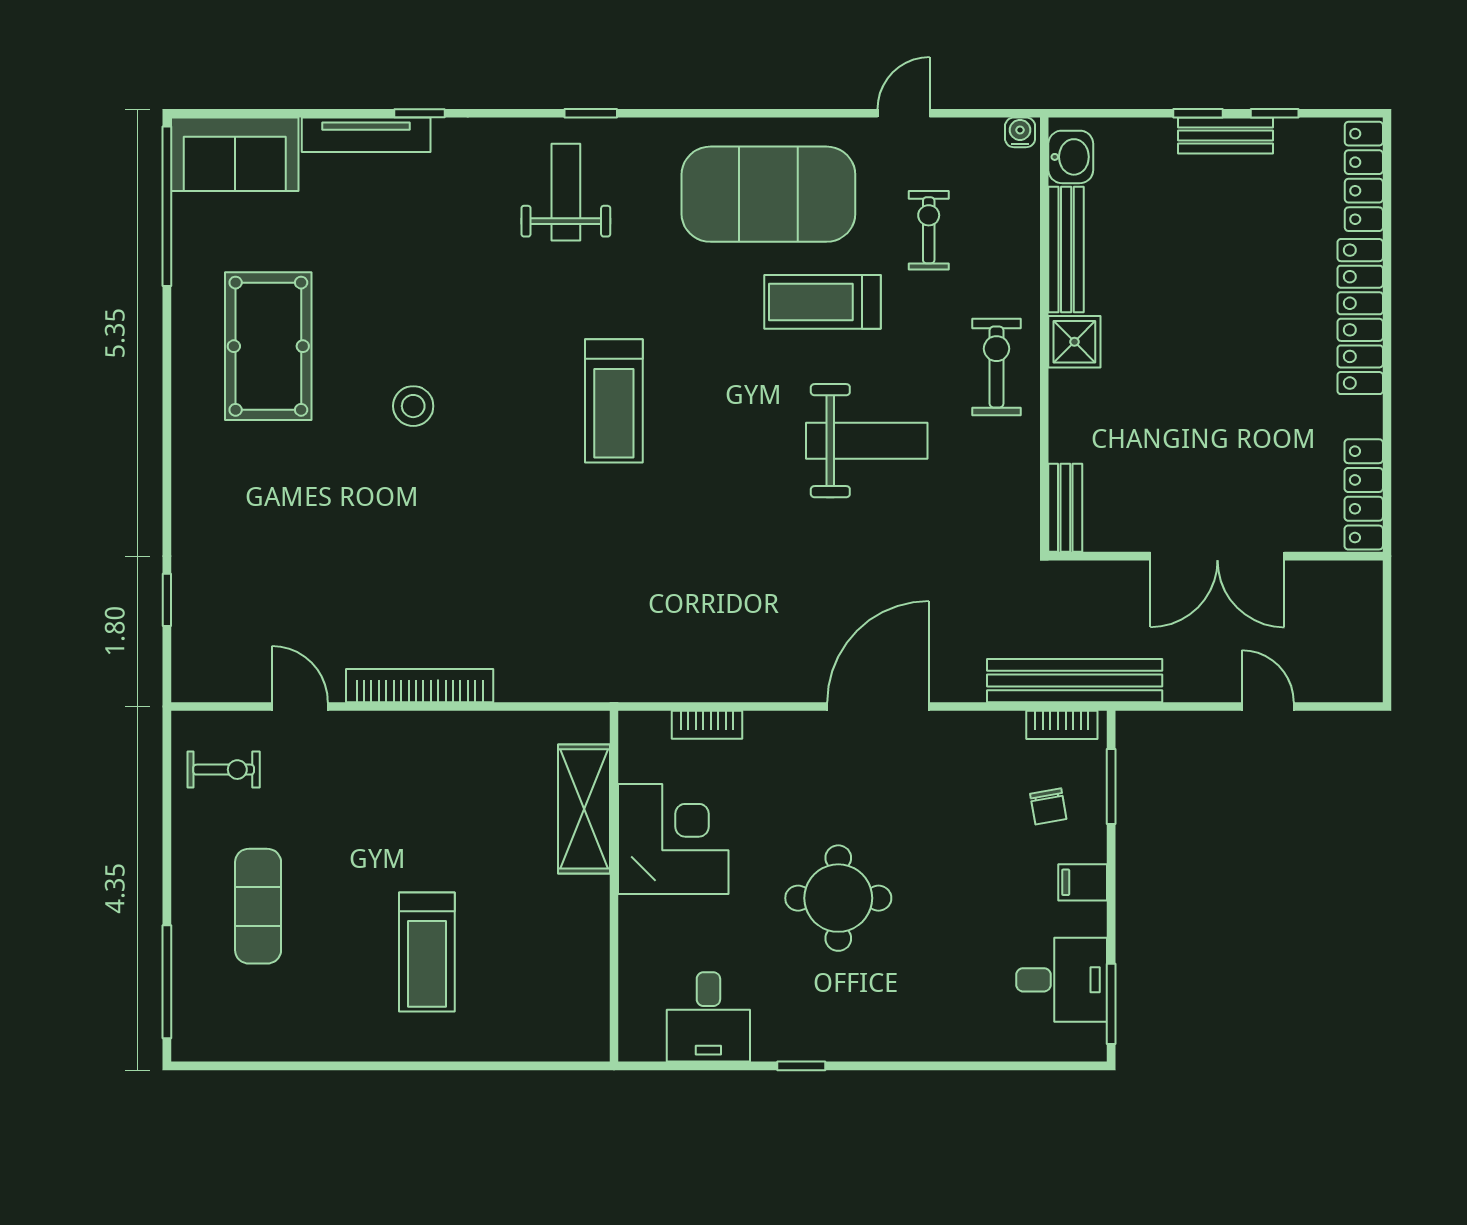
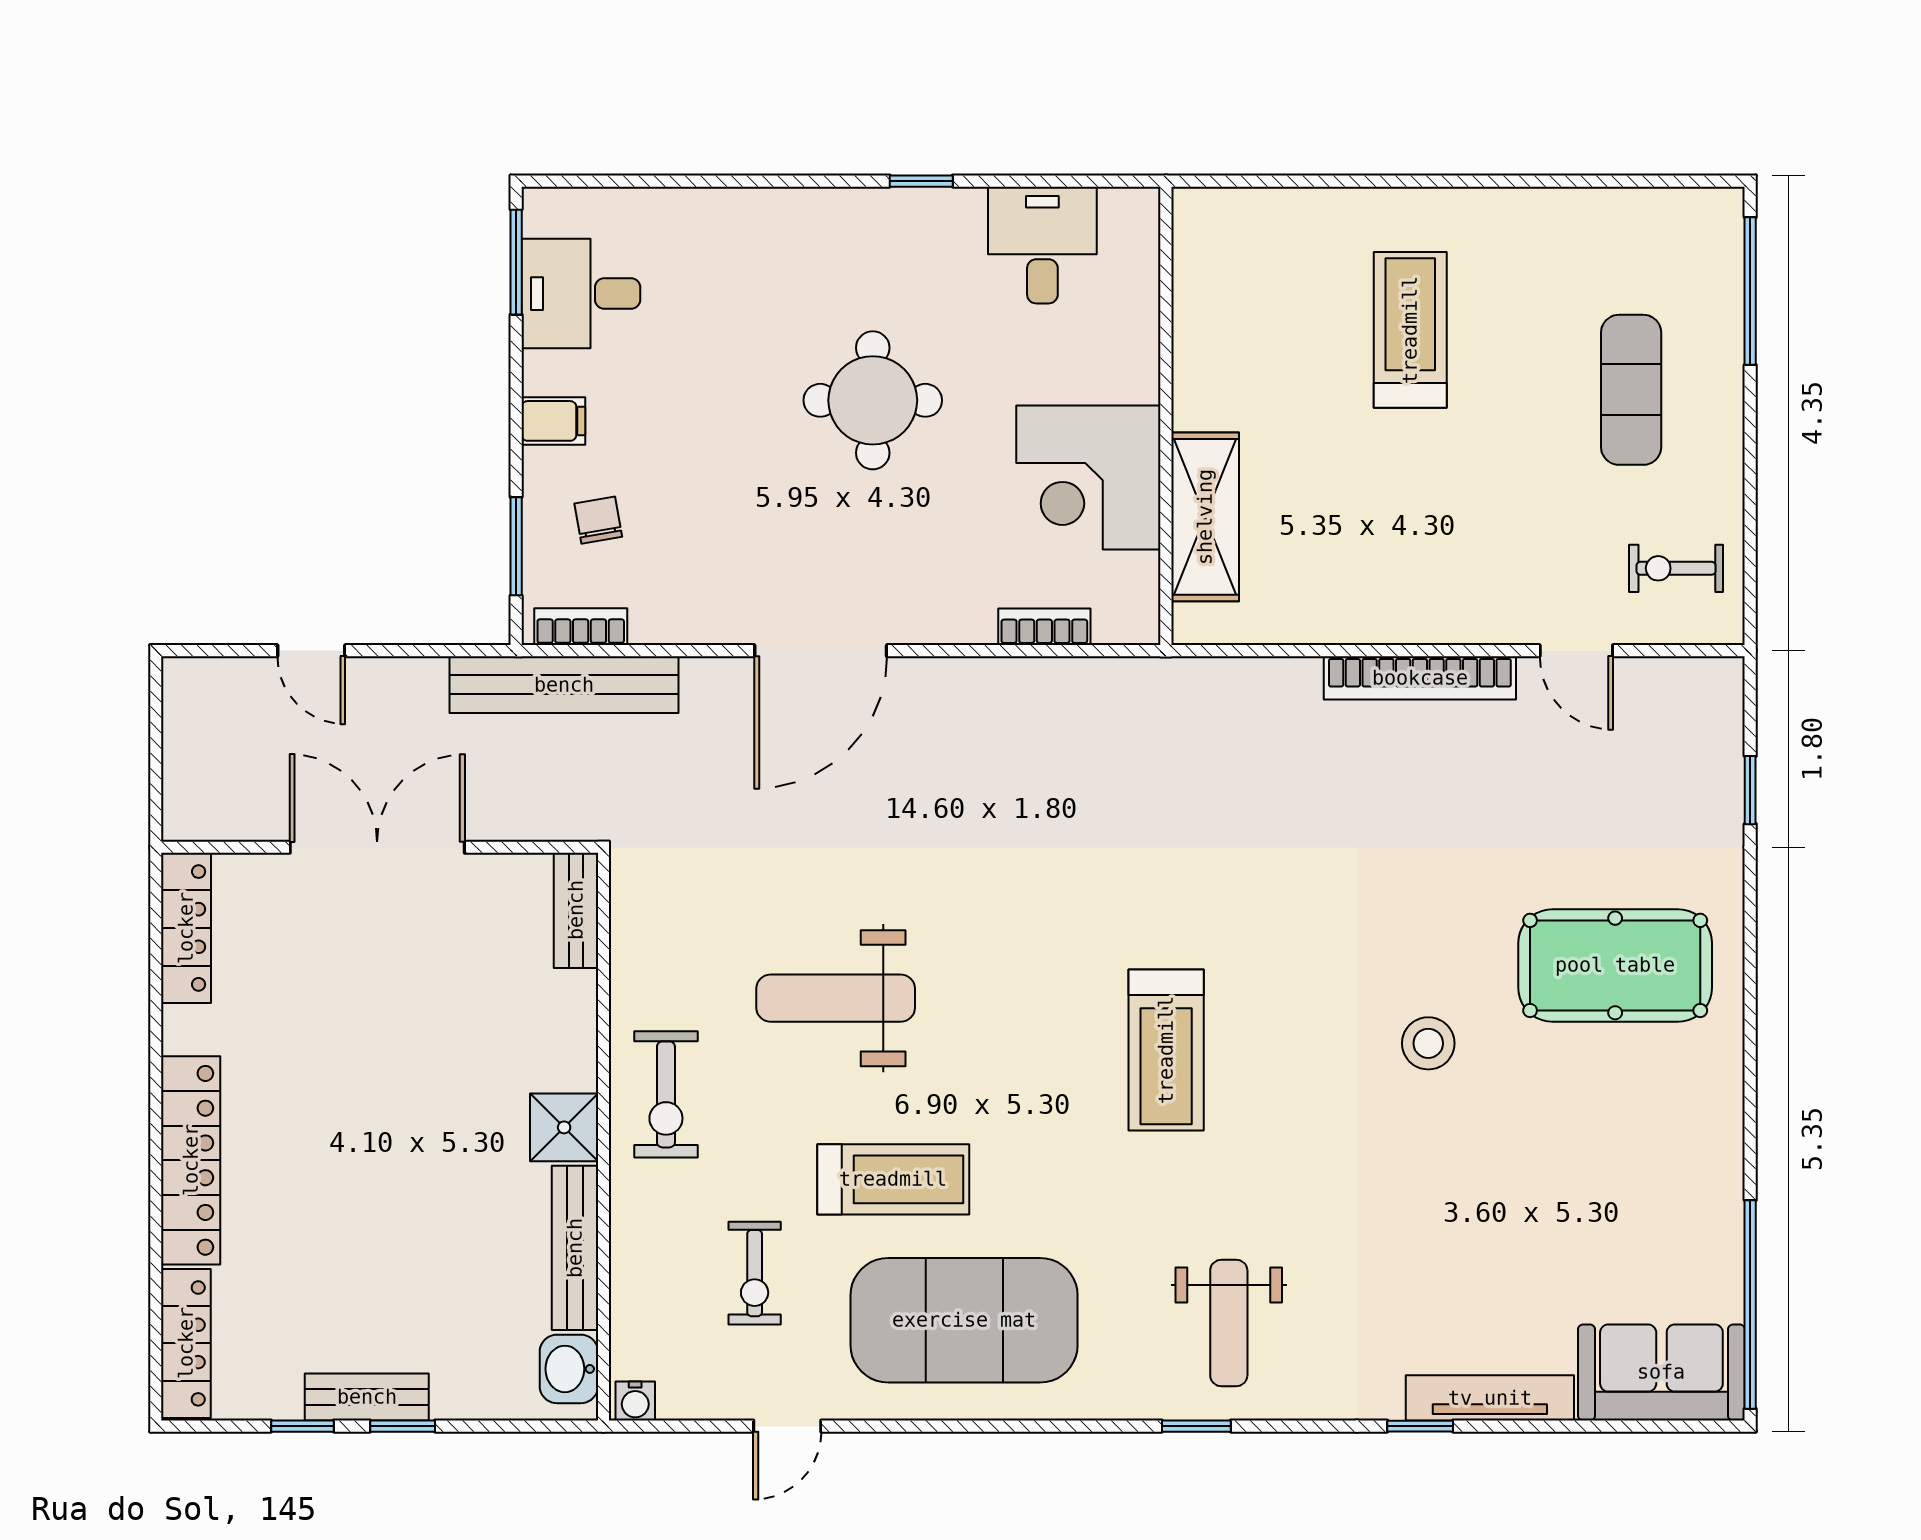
pool table: (268, 346) -> (1615, 965), moved, turned 90
treadmill: (614, 401) -> (1166, 1050), turned 180

